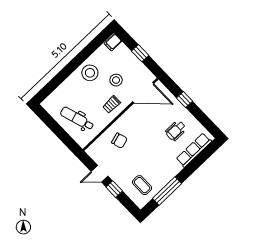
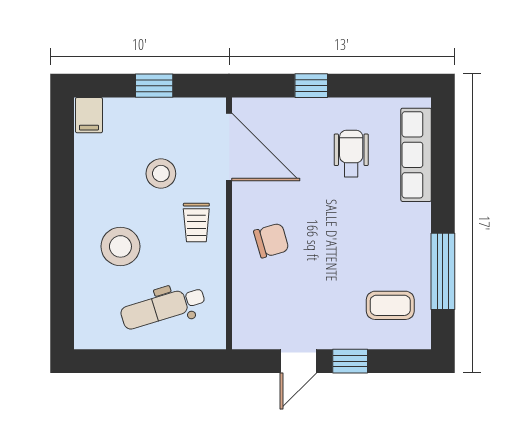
stool: (90, 73) -> (120, 246), moved
door: (143, 93) -> (229, 147), hinge flipped
wheelchair: (176, 131) -> (351, 153), turned 180
chair: (119, 141) -> (271, 240), moved

